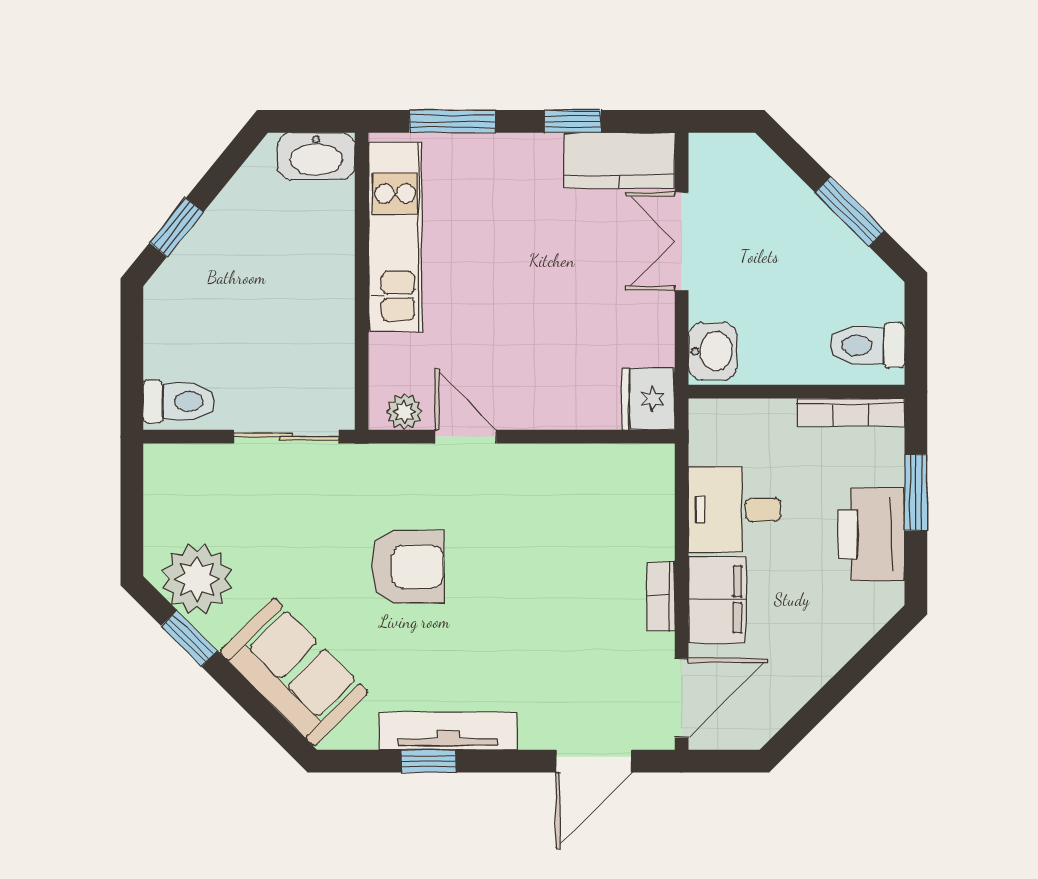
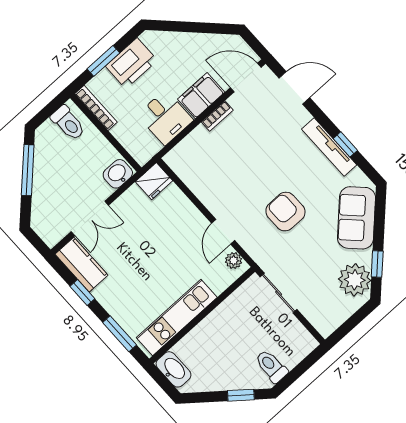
window: (850, 211) -> (28, 170), width x1.44
toilet: (179, 401) -> (271, 366), moved

